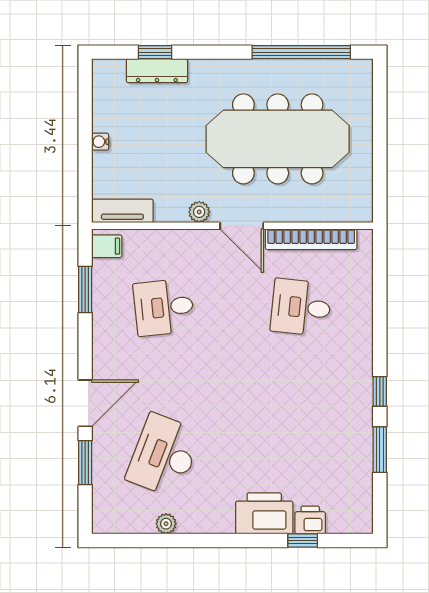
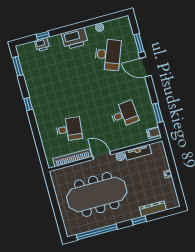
window: (155, 52) -> (139, 220), moved
tv unit: (122, 211) -> (138, 152), moved
door: (85, 403) -> (145, 67), hinge flipped
window: (380, 450) -> (18, 66), moved
printer: (264, 513) -> (75, 39), moved

